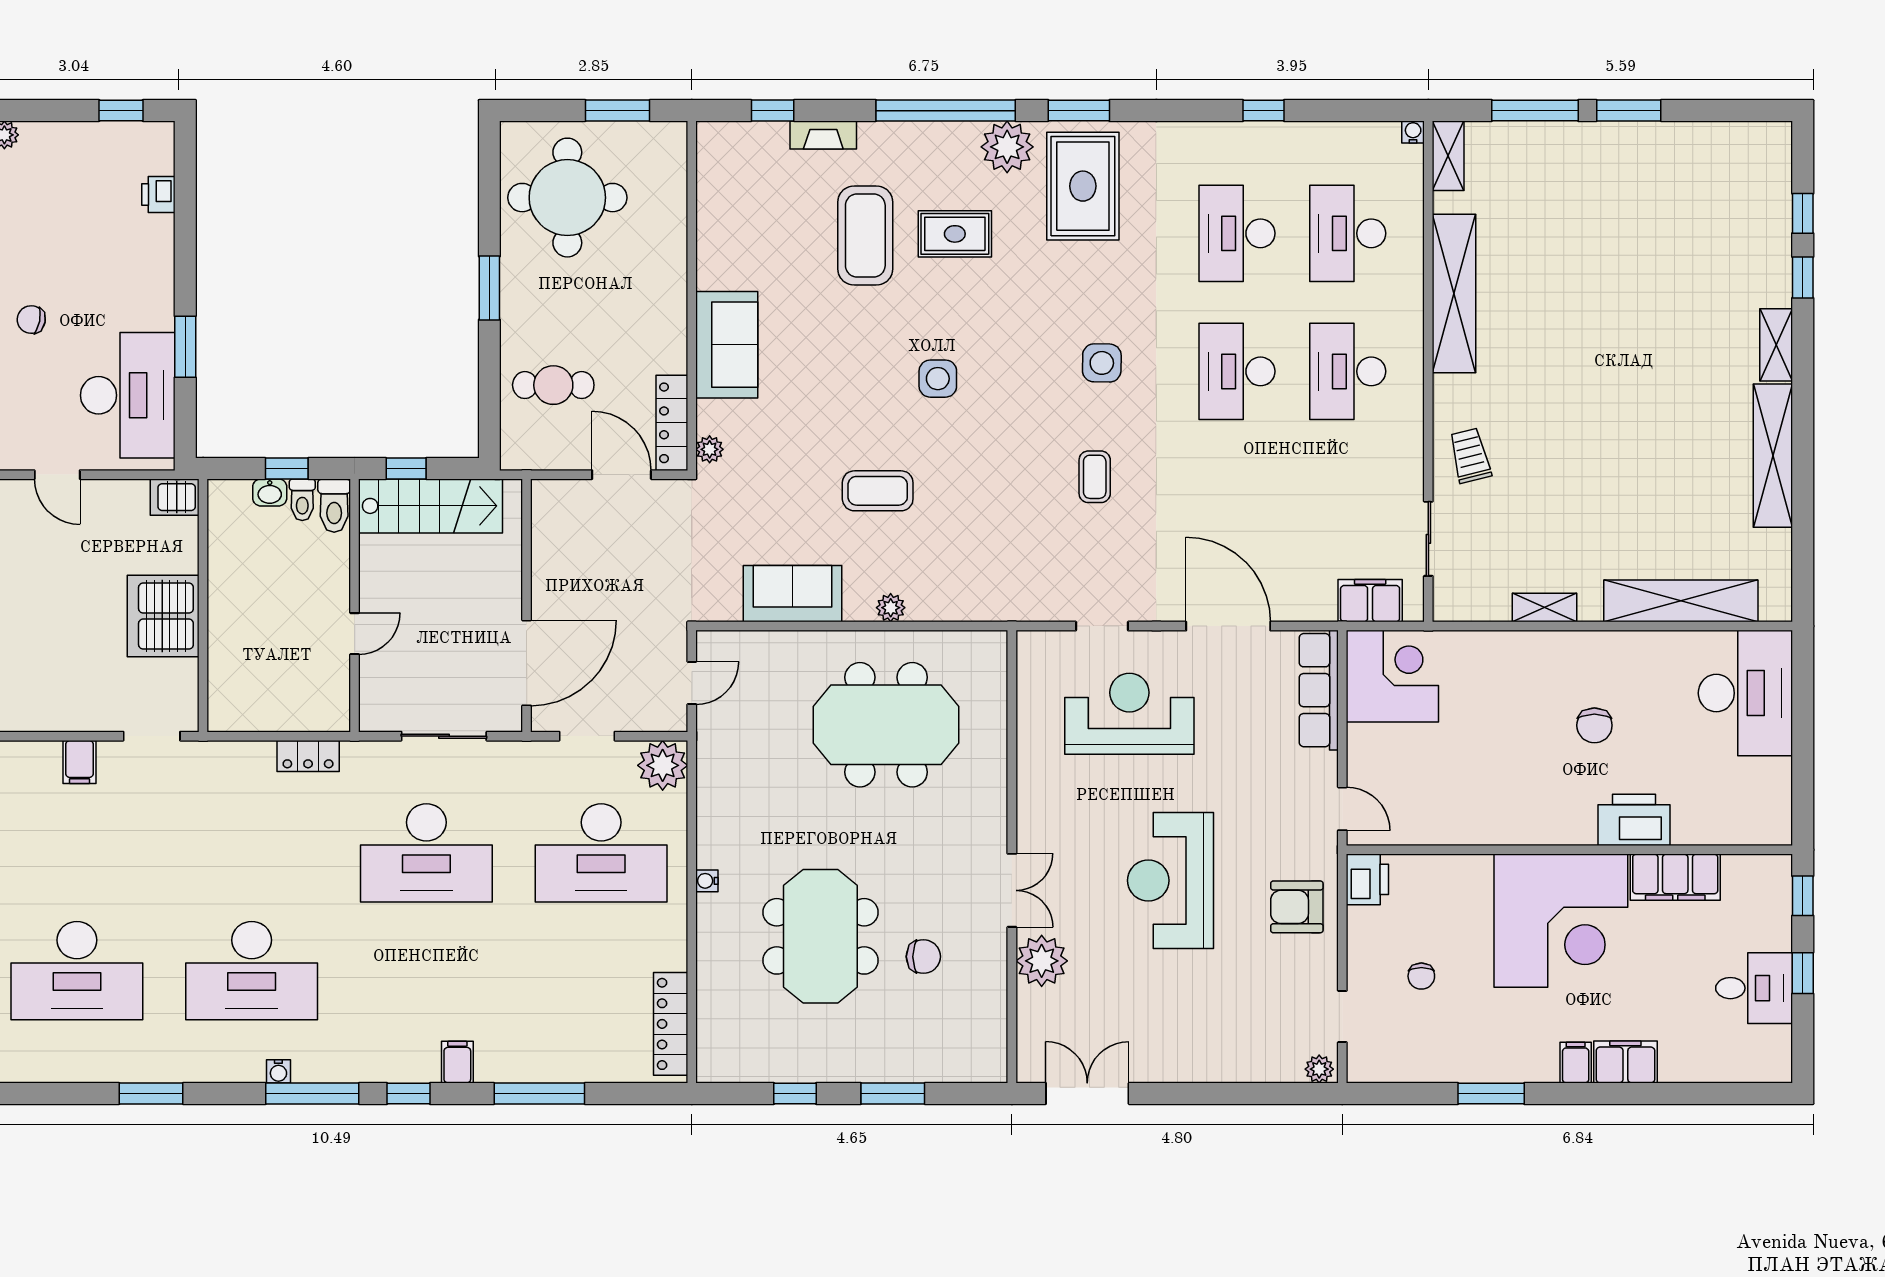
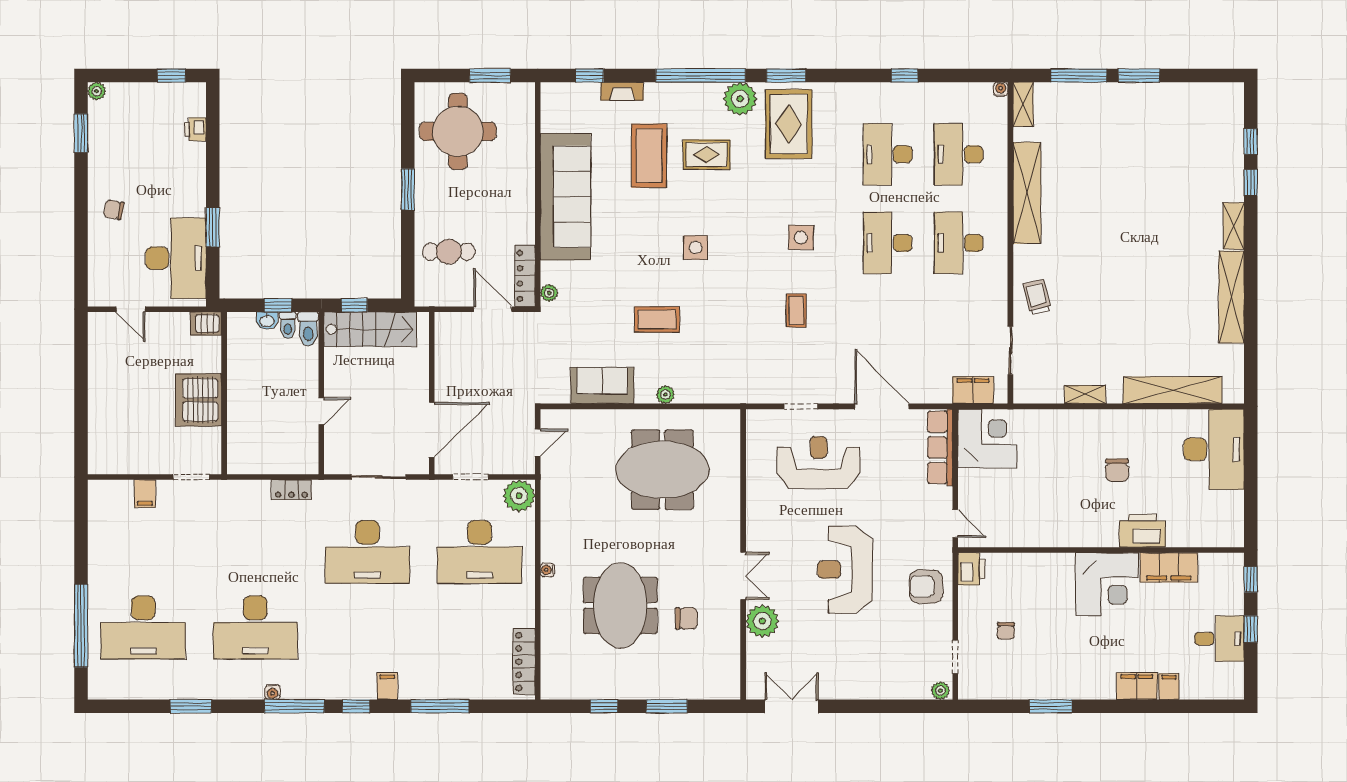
sofa: (727, 345) -> (566, 197), width x1.85, depth x1.27
corner desk: (1561, 921) -> (1107, 584), width x0.74, depth x0.74
filing cabinet: (1576, 1063) -> (1169, 686), moved

